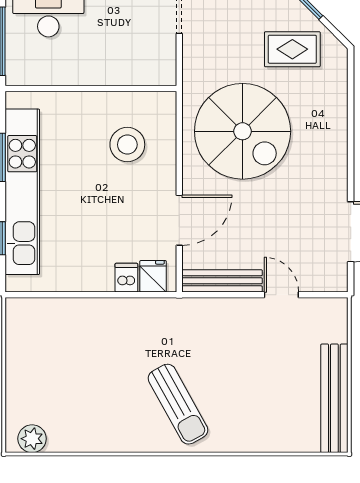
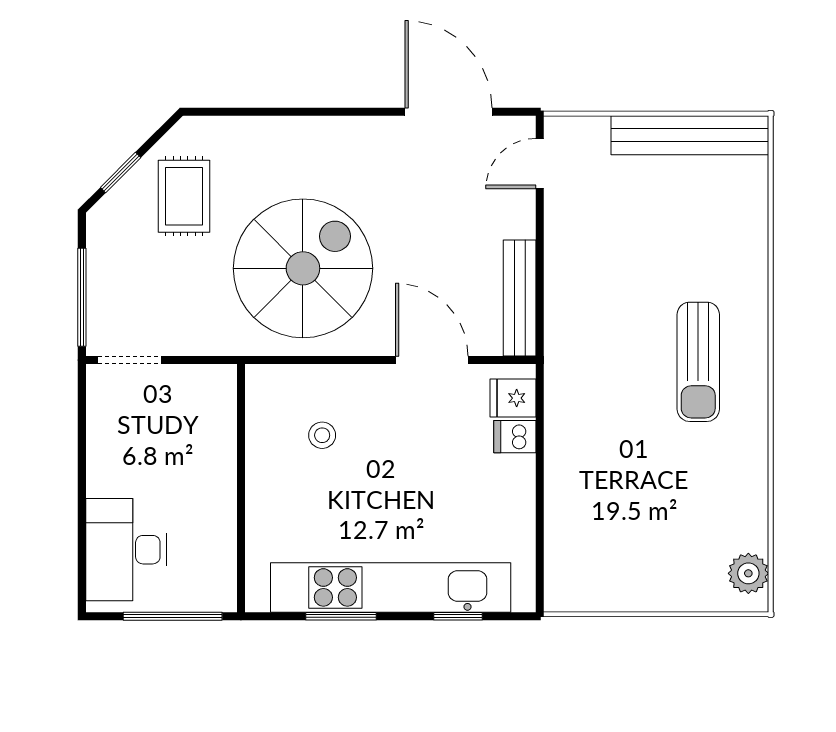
stool: (127, 145) -> (322, 435), width x0.53, depth x0.53
door: (281, 295) -> (540, 164), moved
sun lounger: (178, 404) -> (698, 362), turned 119

